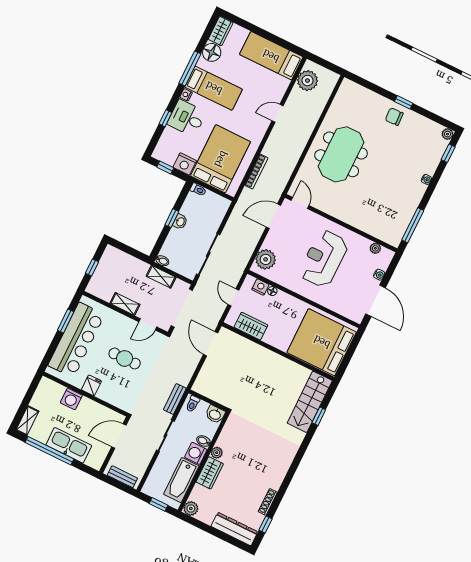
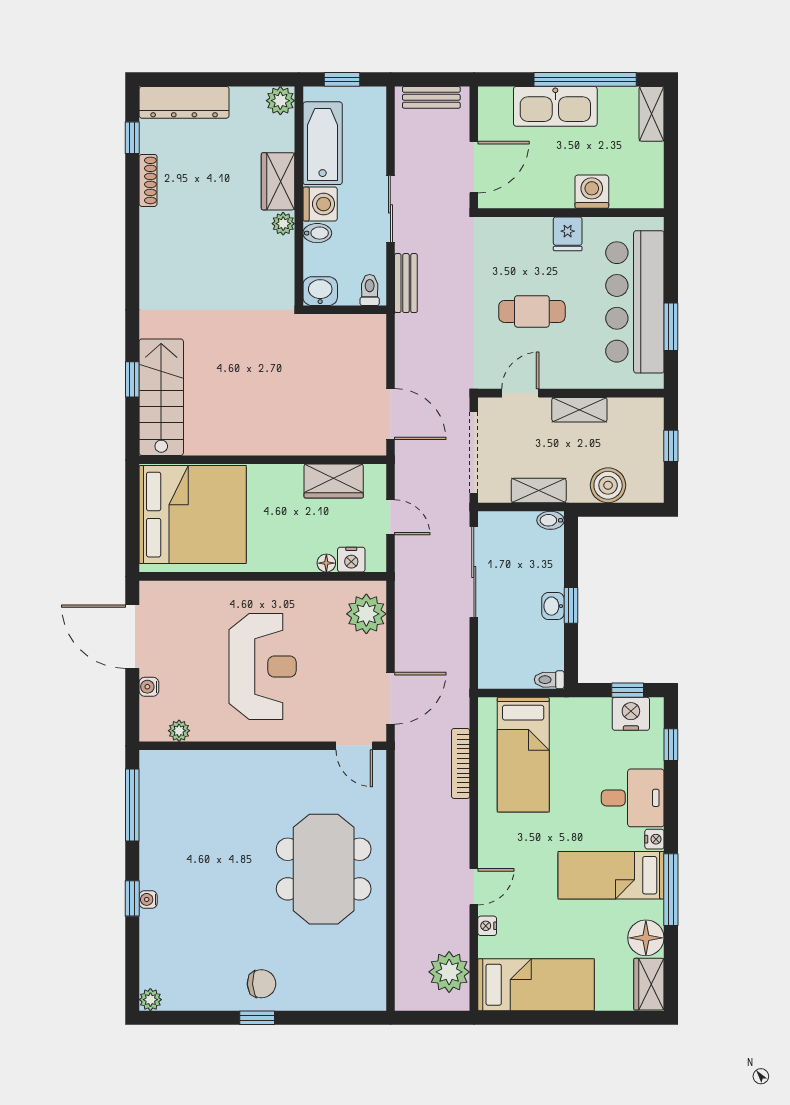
nightstand: (280, 93) -> (487, 926), added
window: (165, 118) -> (671, 745), moved
window: (448, 153) -> (132, 898), moved
bed: (221, 159) -> (523, 755), width x0.67
nightstand: (185, 164) -> (631, 714), moved
boiler: (129, 264) -> (608, 485), added

